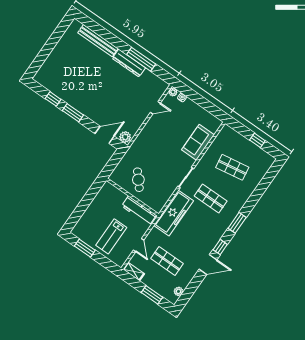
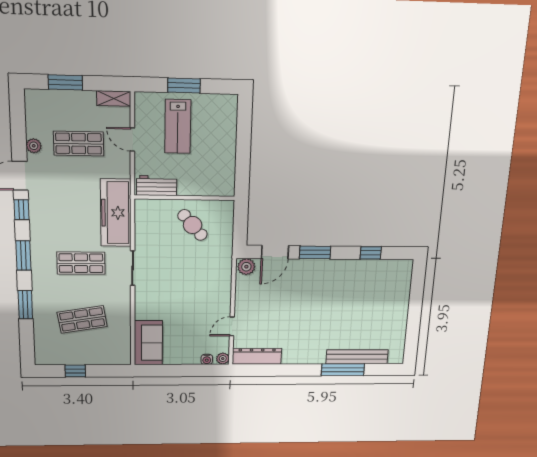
window: (141, 59) -> (343, 370), moved
dresser: (129, 63) -> (257, 356), moved
window: (73, 113) -> (315, 252), moved
sofa: (198, 142) -> (148, 343), moved
window: (256, 196) -> (25, 305), added
workbench: (139, 211) -> (157, 186), width x0.73
lab bench: (111, 236) -> (178, 126), turned 180
window: (85, 248) -> (184, 86), moved
plant: (178, 291) -> (34, 146), moved

